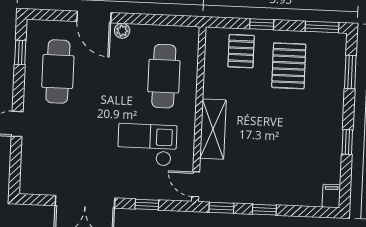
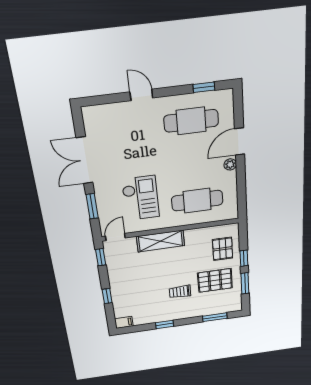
window: (322, 27) -> (245, 283), moved
pallet: (241, 51) -> (223, 249), turned 90
trolley: (297, 114) -> (180, 292), added
window: (147, 204) -> (92, 206), width x1.50
window: (264, 210) -> (107, 296), moved

